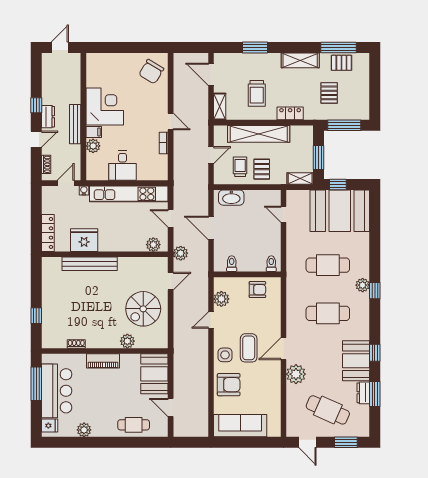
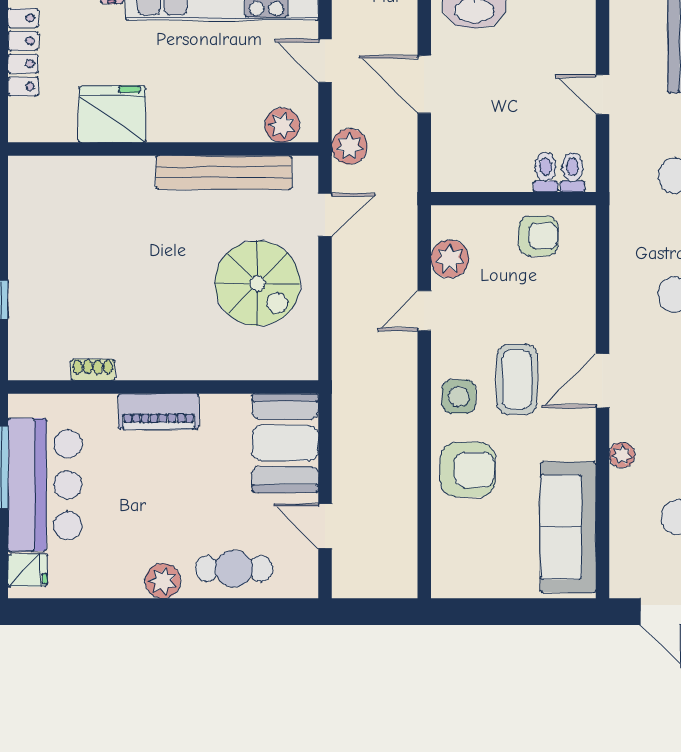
door: (283, 214) -> (603, 94), moved
locker: (48, 233) -> (23, 52), moved
bench: (90, 264) -> (224, 173), moved
toilet: (232, 264) -> (546, 172), moved
spiral stairs: (143, 309) -> (257, 283), turned -90
plant: (127, 341) -> (219, 363), removed
plant: (296, 374) -> (622, 455), width x0.53, depth x0.53
sofa: (240, 426) -> (568, 527), moved, turned -90
plant: (84, 430) -> (163, 581), moved

